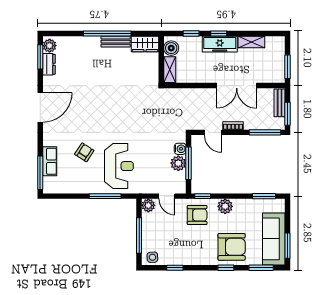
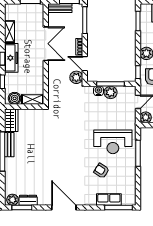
plant: (196, 122) -> (76, 77), added
door: (213, 132) -> (85, 64), swing flipped
reception desk: (119, 166) -> (113, 142), turned 180

